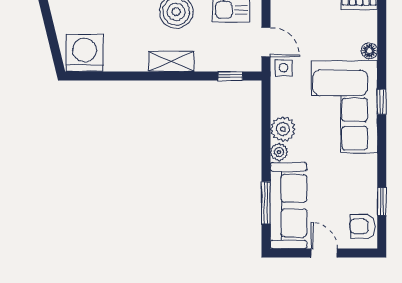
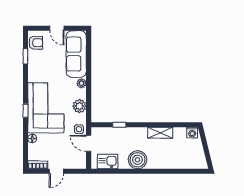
washing machine: (85, 53) -> (192, 132), width x0.53, depth x0.53
shelving: (171, 61) -> (160, 133), moved
window: (230, 76) -> (119, 125), moved
plant: (283, 129) -> (79, 106), moved
window: (266, 203) -> (89, 55), removed

